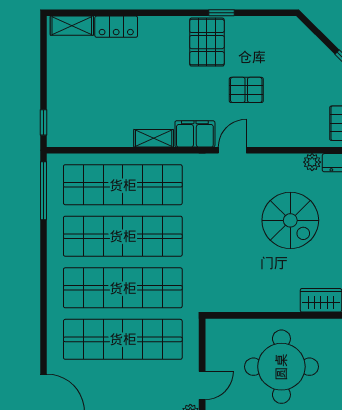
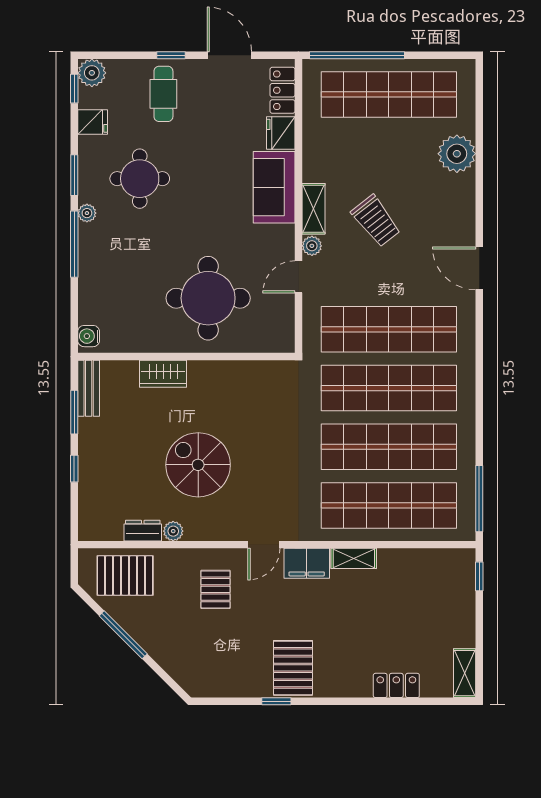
shelving: (72, 26) -> (465, 673), moved, turned 90
pallet: (246, 90) -> (215, 589), moved, turned 90

